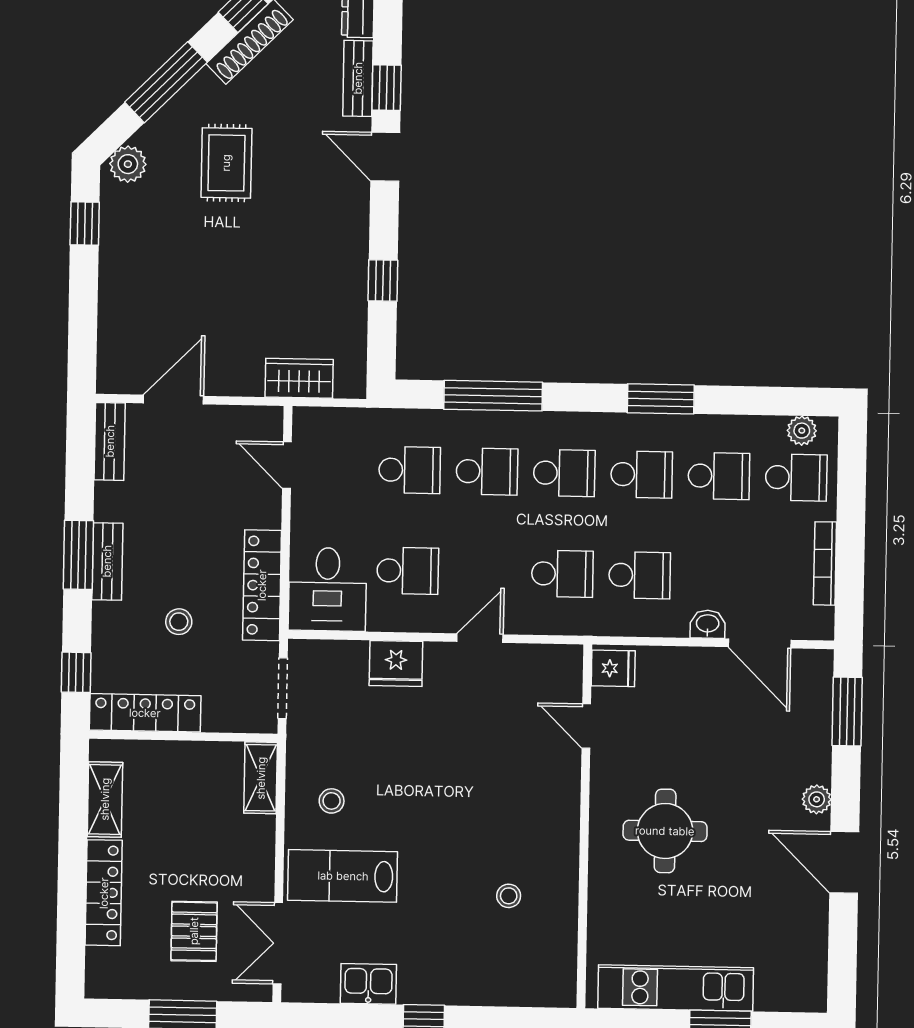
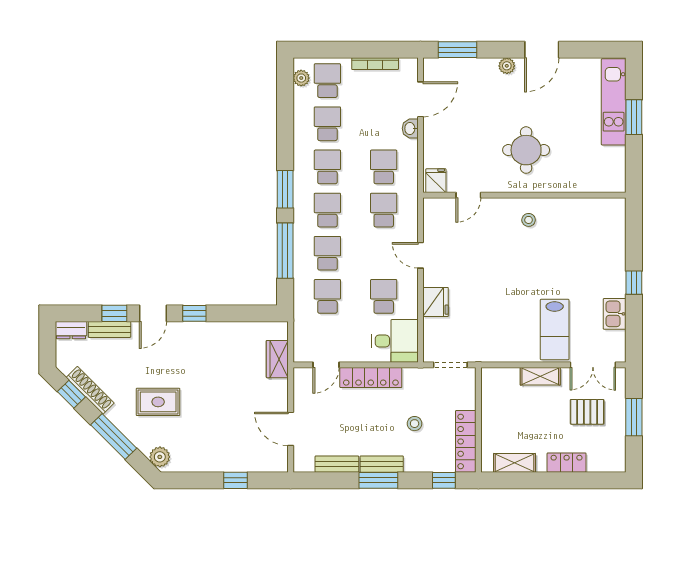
window: (85, 223) -> (236, 480), moved
window: (383, 280) -> (194, 313), moved
window: (661, 399) -> (285, 189), moved
bench: (110, 441) -> (337, 464), moved
locker: (262, 585) -> (371, 377), moved
shelving: (261, 778) -> (540, 376), moved
stool: (332, 801) -> (513, 336), removed
locker: (104, 893) -> (567, 463), width x0.66
stool: (509, 896) -> (529, 220), moved
kitchen unit: (676, 988) -> (614, 102), moved

